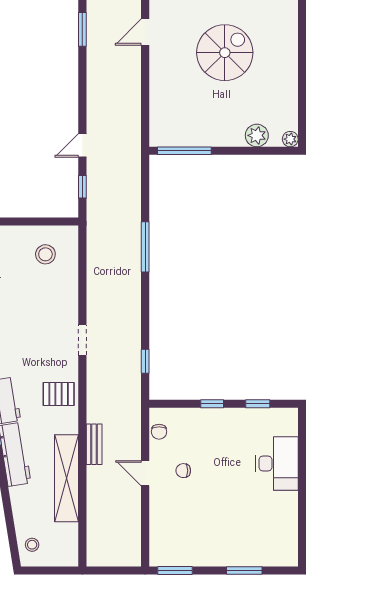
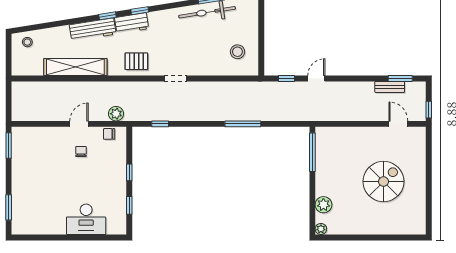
spiral stairs: (225, 53) -> (384, 182), turned -90
door: (82, 145) -> (316, 78), hinge flipped
pallet: (59, 394) -> (136, 61), turned 90
plant: (131, 422) -> (116, 114), added
bench: (94, 444) -> (390, 87), moved
window: (244, 571) -> (9, 207), moved

